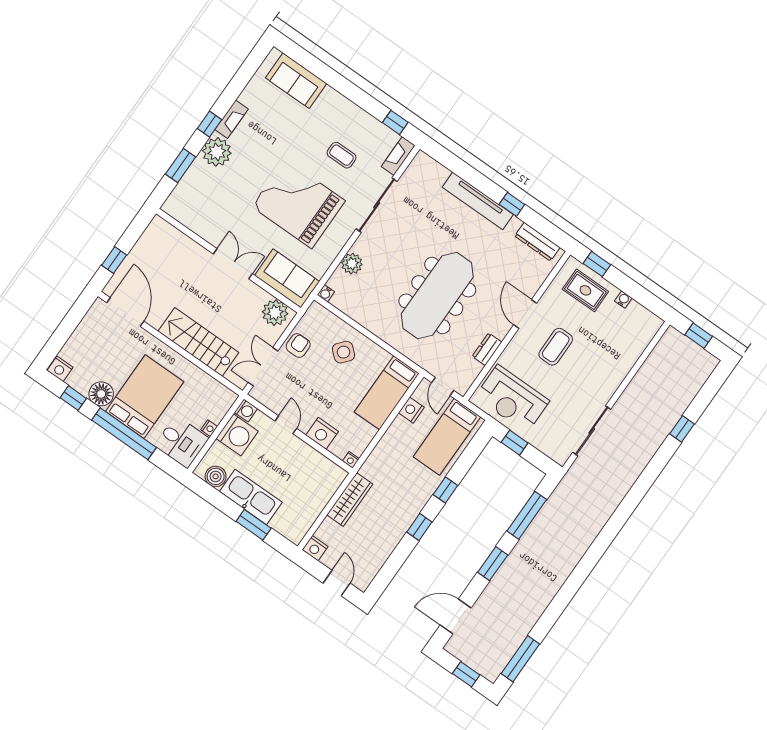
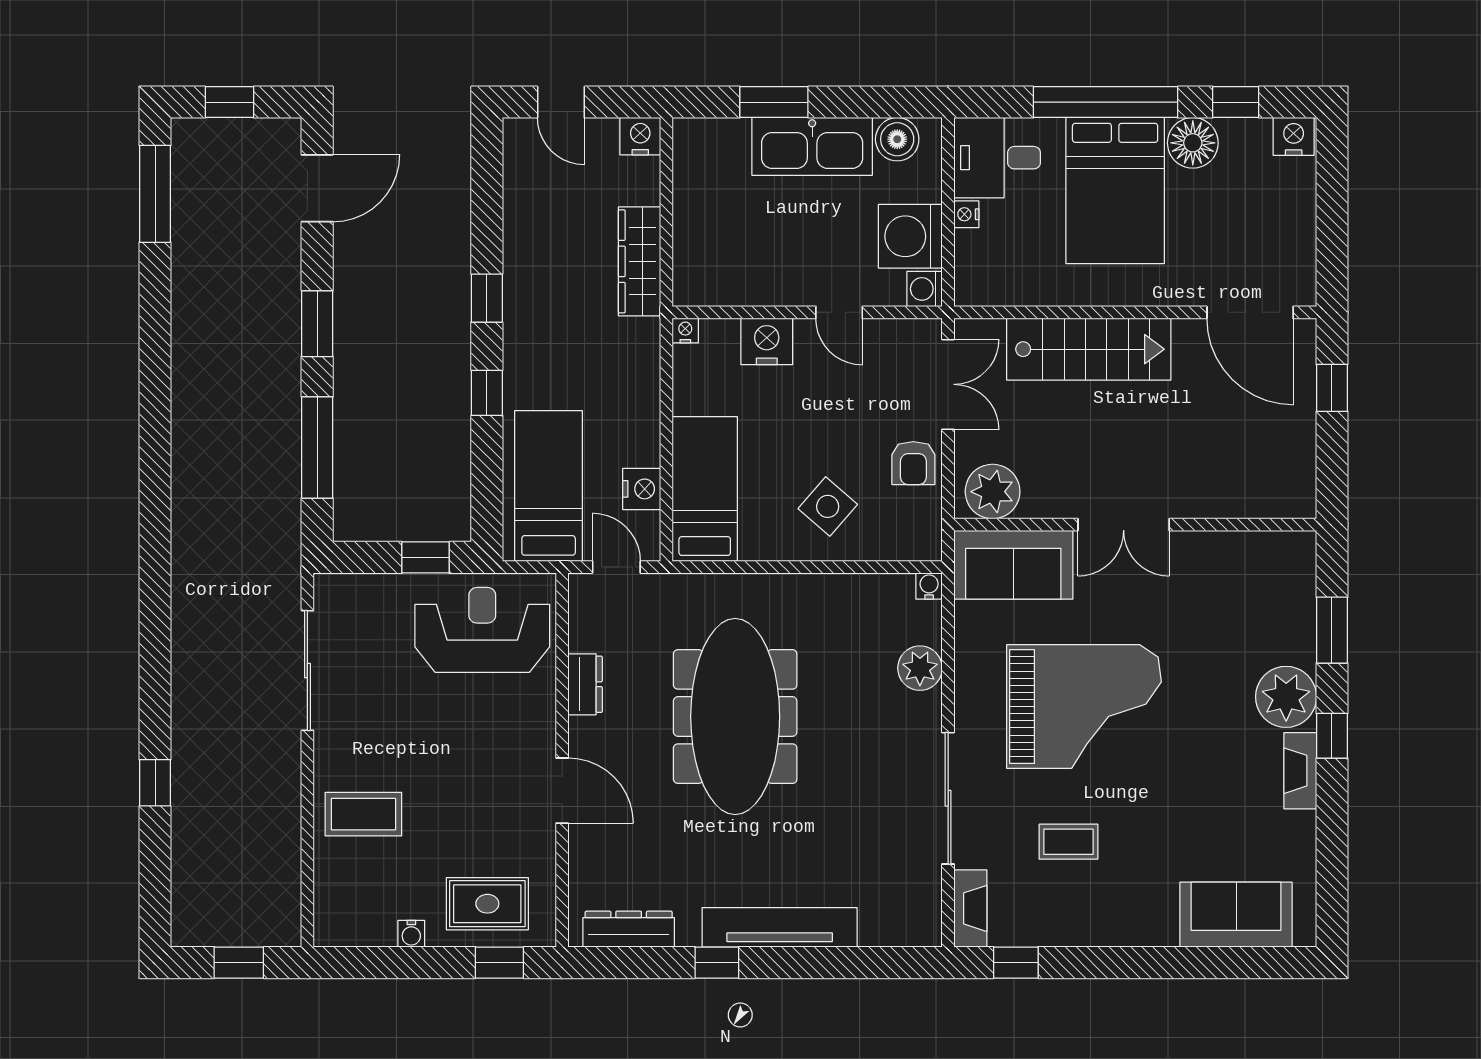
coffee table: (556, 347) -> (363, 814), moved, turned 90

